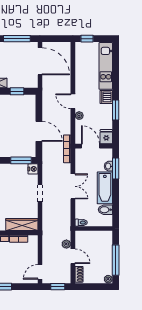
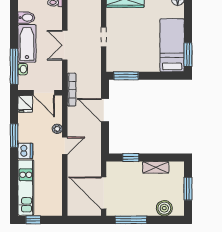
window: (87, 39) -> (33, 220), moved
door: (73, 101) -> (65, 146), hinge flipped
window: (116, 168) -> (14, 66), width x1.44
nightstand: (33, 169) -> (112, 66), removed

